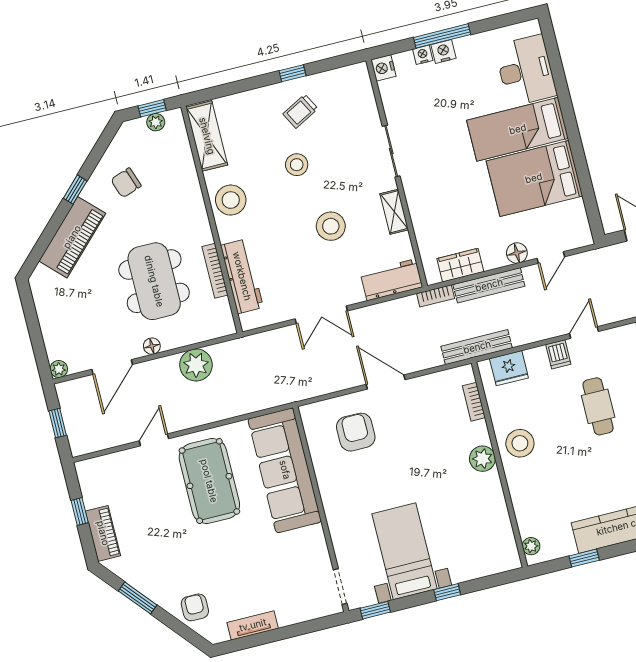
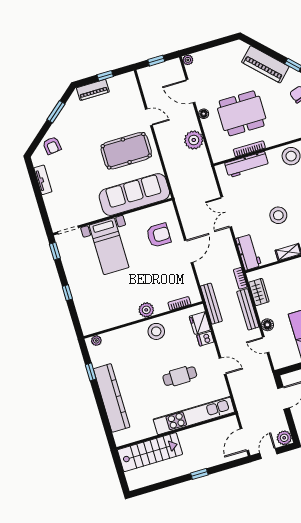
dishwasher: (558, 354) -> (205, 339), moved
bed with nightstands: (404, 551) -> (109, 246), moved, turned 90
armchair: (195, 607) -> (52, 146), turned 83

